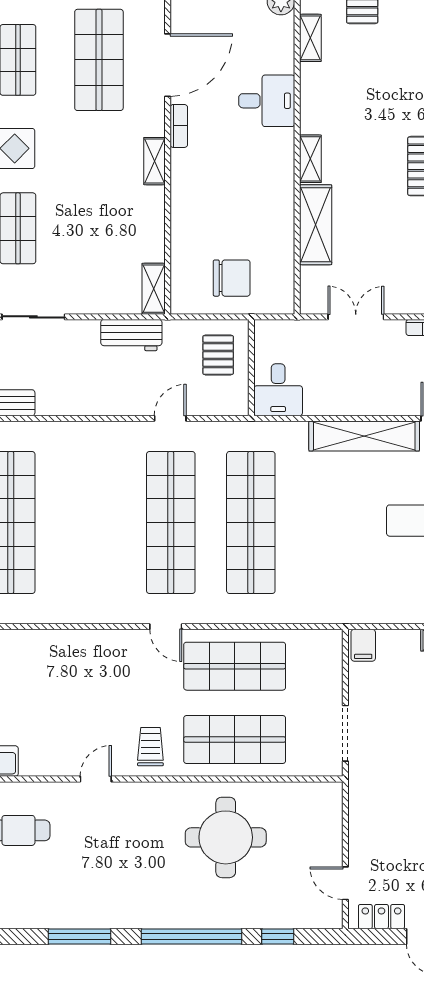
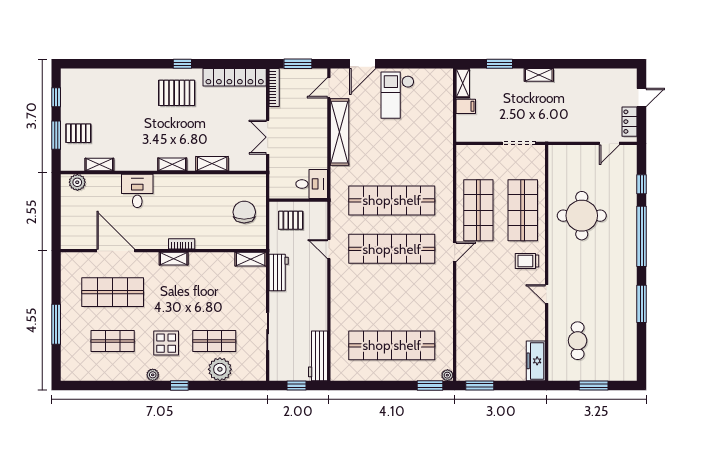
bookcase: (179, 126) -> (182, 244), moved
shelving: (316, 225) -> (212, 164), width x0.67, depth x0.75
filing cabinet: (363, 645) -> (466, 106), moved

